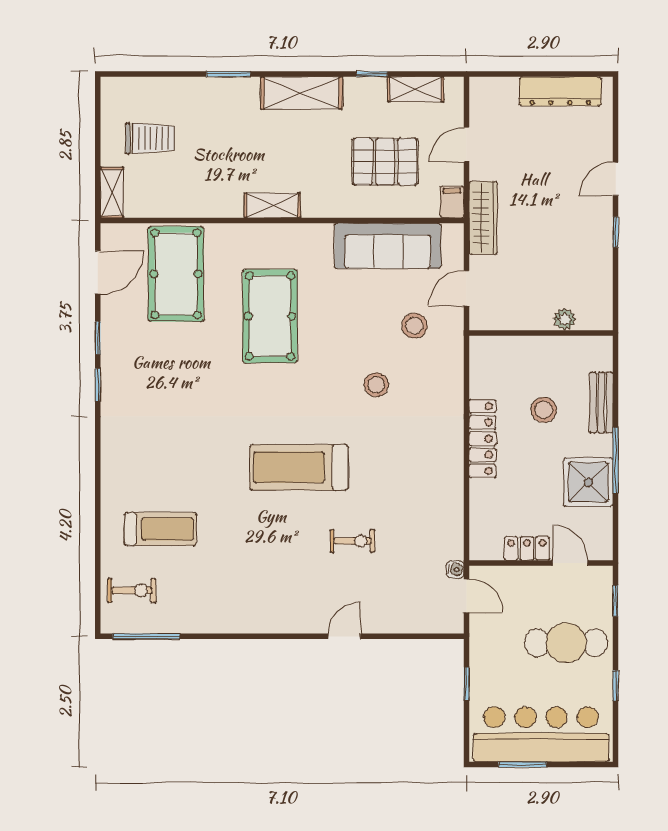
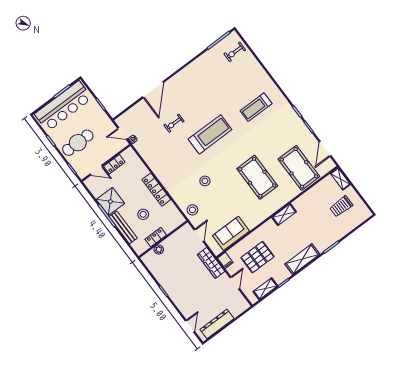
door: (616, 179) -> (190, 326), moved
sofa: (388, 246) -> (231, 233), width x0.73
stool: (414, 326) -> (192, 210), moved
locker: (552, 348) -> (156, 237), added
bench: (601, 403) -> (123, 227), width x1.36
treadmill: (160, 529) -> (256, 107), moved
door: (344, 636) -> (153, 90), width x1.88

